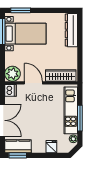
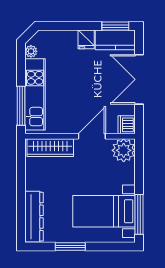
window: (21, 10) -> (70, 247), moved
door: (33, 83) -> (92, 136), swing flipped
window: (80, 118) -> (21, 106), moved
fridge: (51, 147) -> (86, 39), moved

